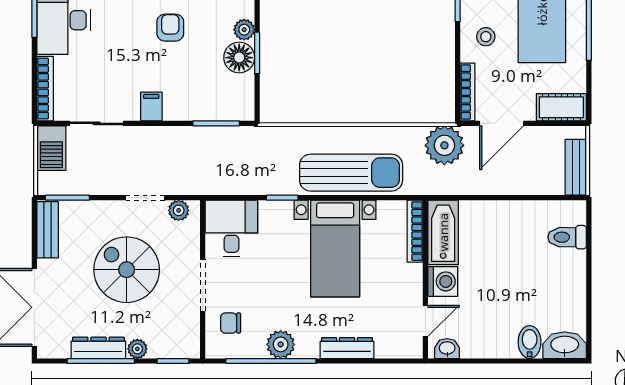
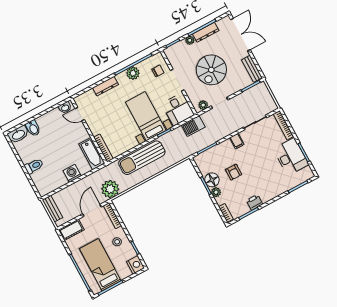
armchair: (170, 28) -> (234, 172), moved
barbecue: (51, 148) -> (193, 126), moved, turned -90
toilet: (567, 237) -> (34, 166), moved
bed with nightstands: (335, 248) -> (146, 116), moved
spiral stairs: (127, 270) -> (211, 70), turned 90
washing machine: (443, 281) -> (72, 173), moved, turned 90
door: (425, 321) -> (80, 114), hinge flipped

